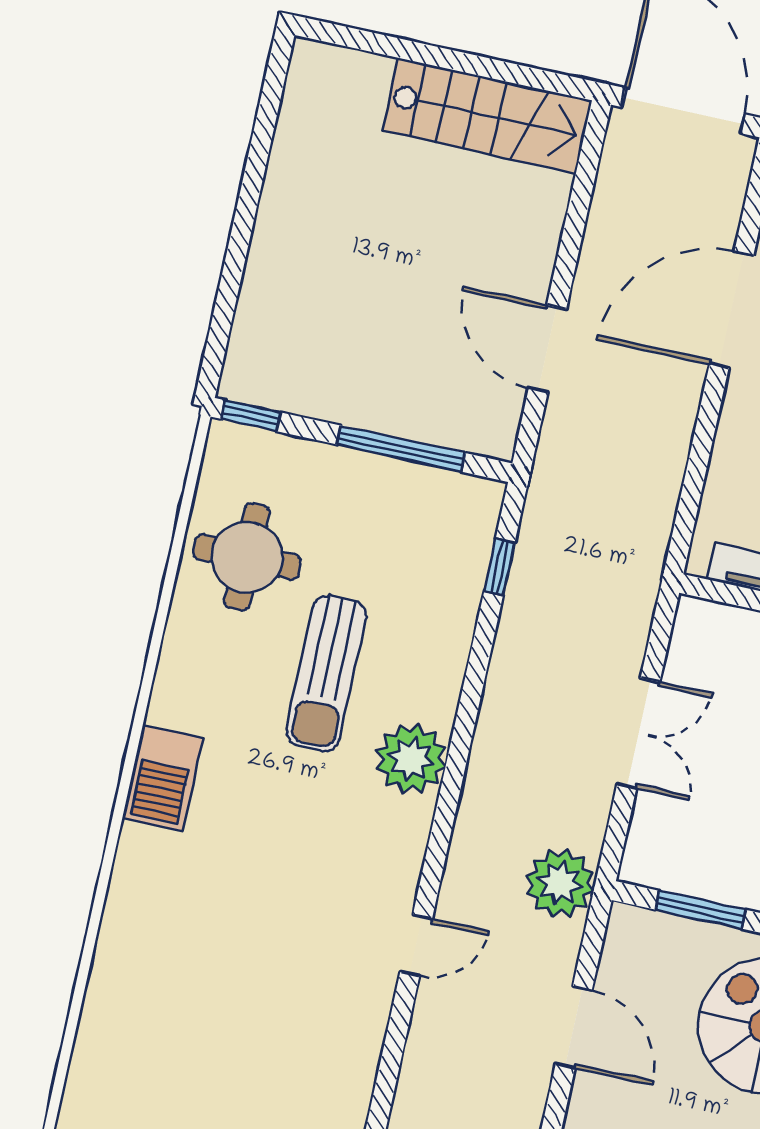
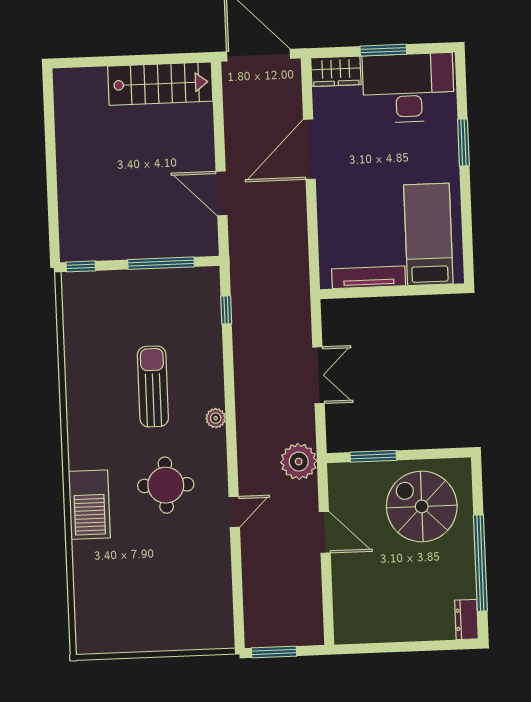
round table: (247, 557) -> (166, 485), moved
sun lounger: (326, 673) -> (153, 386), turned 180
plant: (411, 759) -> (216, 418), width x0.53, depth x0.53
barbecue: (163, 778) -> (89, 505), moved, width x1.37, depth x1.21

